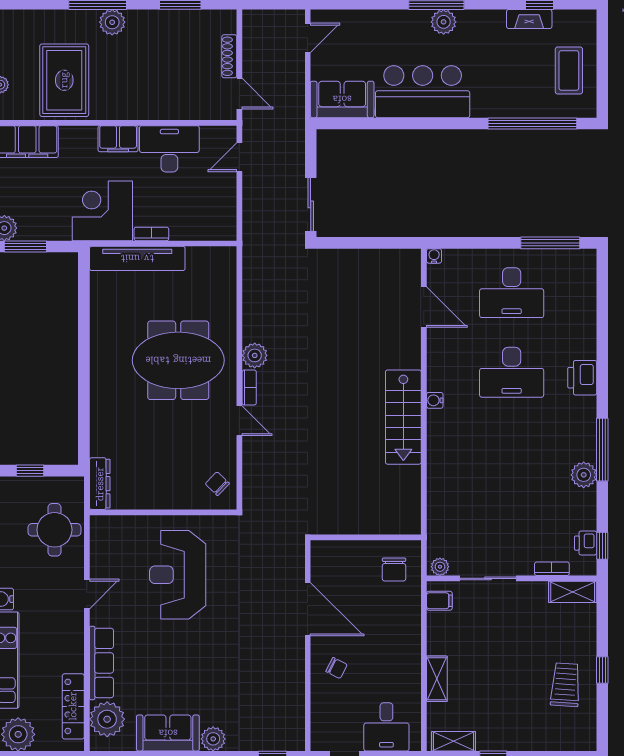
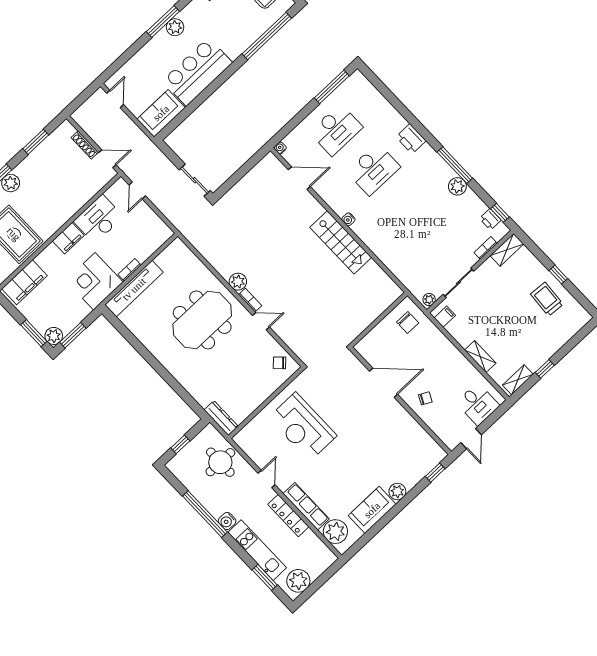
locker: (73, 706) -> (288, 516), moved

